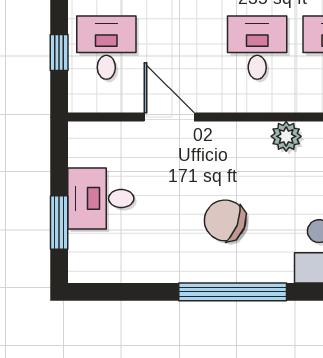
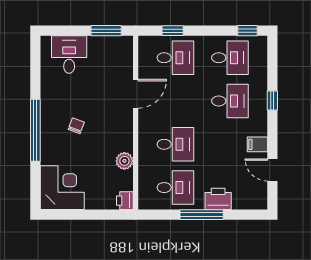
desk: (101, 198) -> (69, 55), moved
chair: (225, 220) -> (76, 126), width x0.54, depth x0.54
window: (59, 223) -> (106, 31), moved

